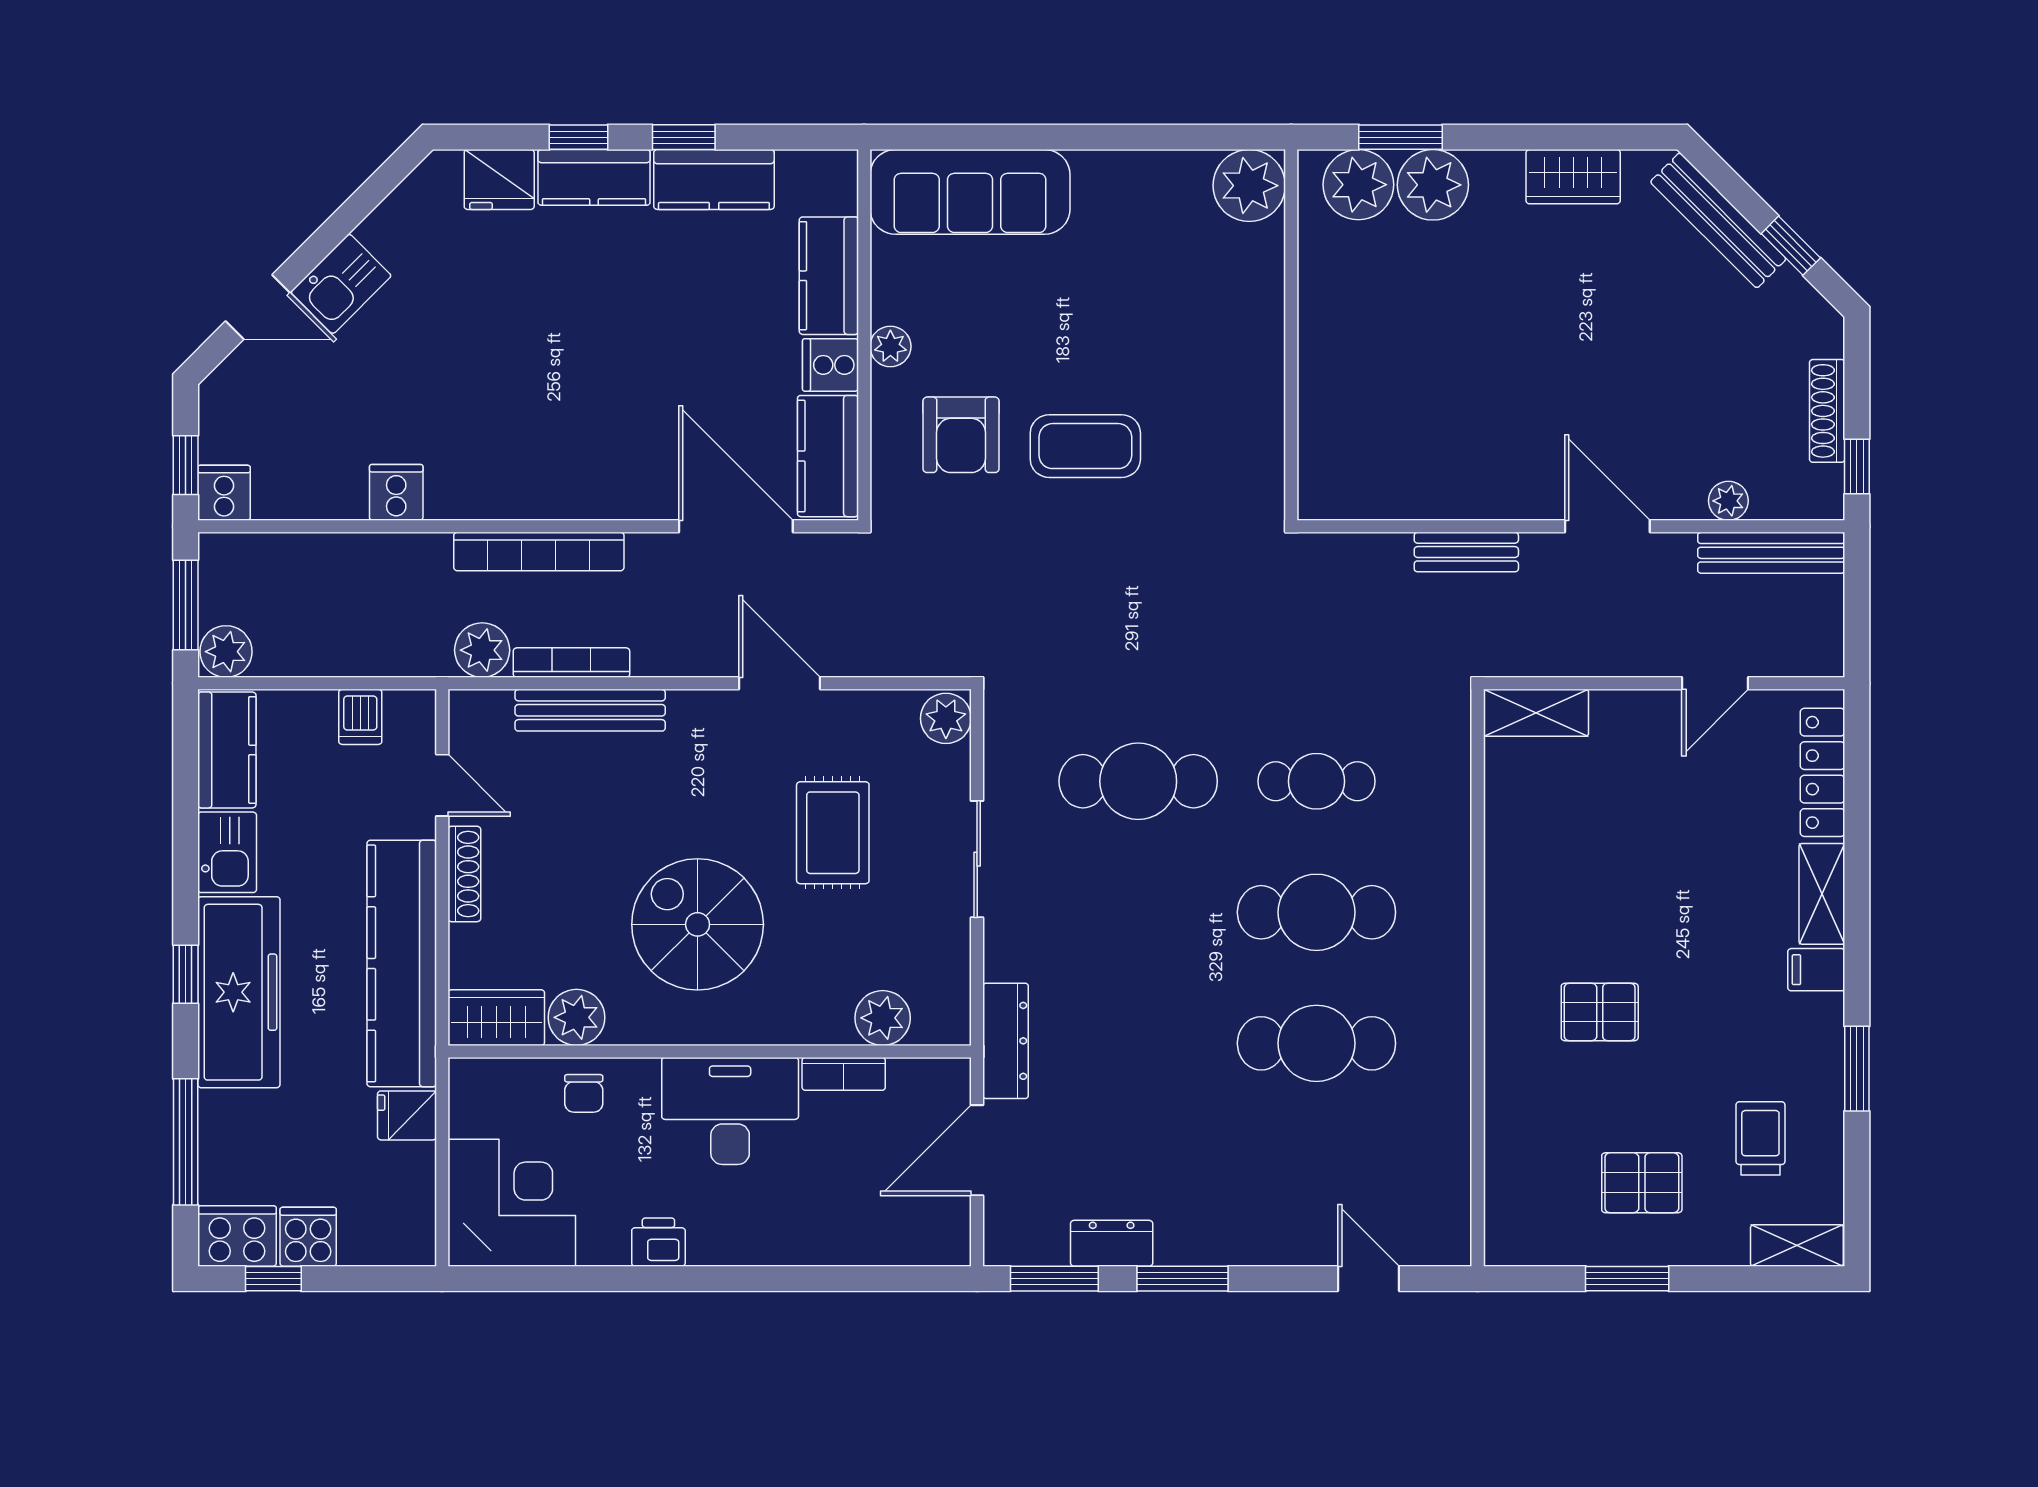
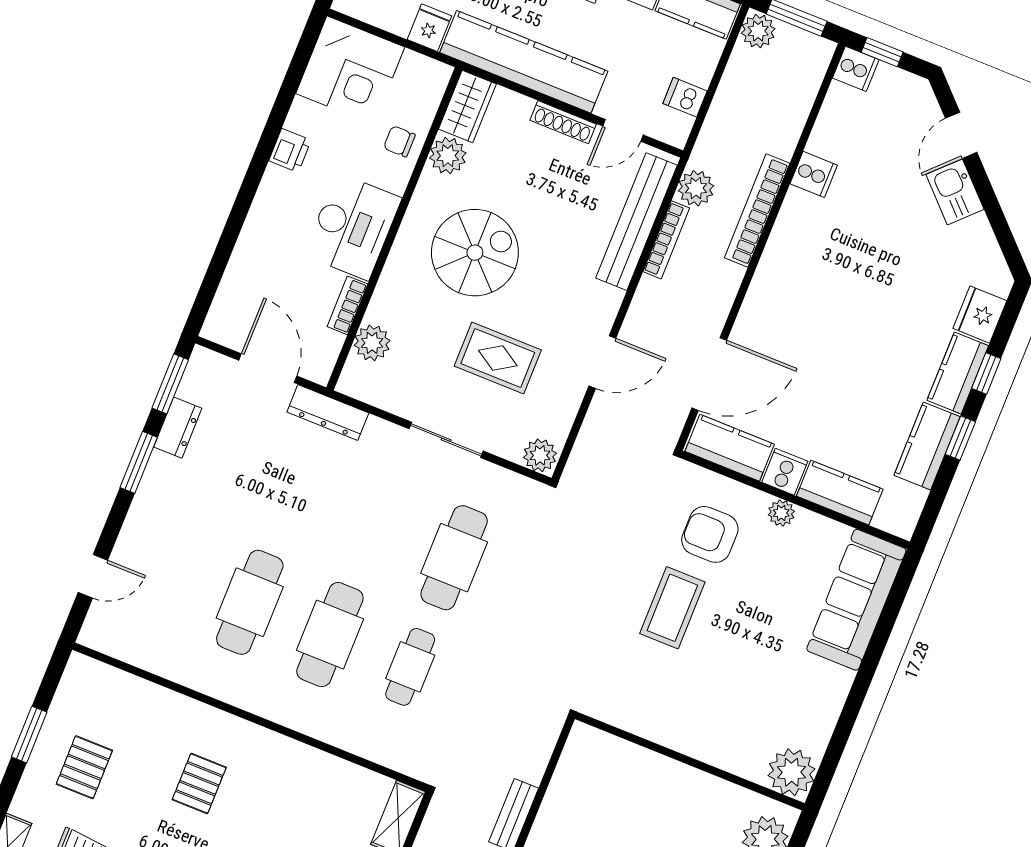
bookcase: (539, 552) -> (757, 210), moved
bench: (590, 710) -> (637, 222), width x1.37, depth x1.21

